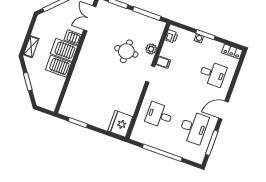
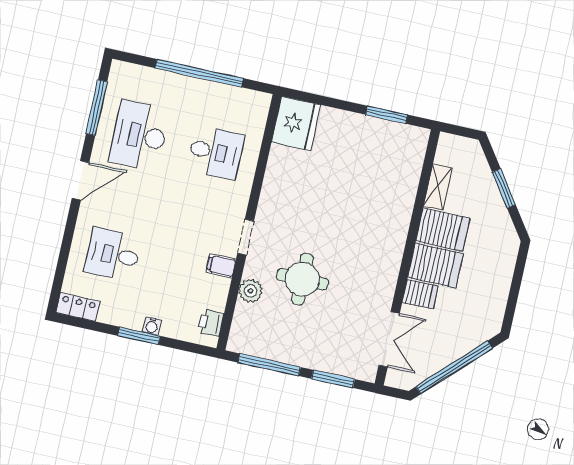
shelving: (31, 47) -> (438, 187), moved

